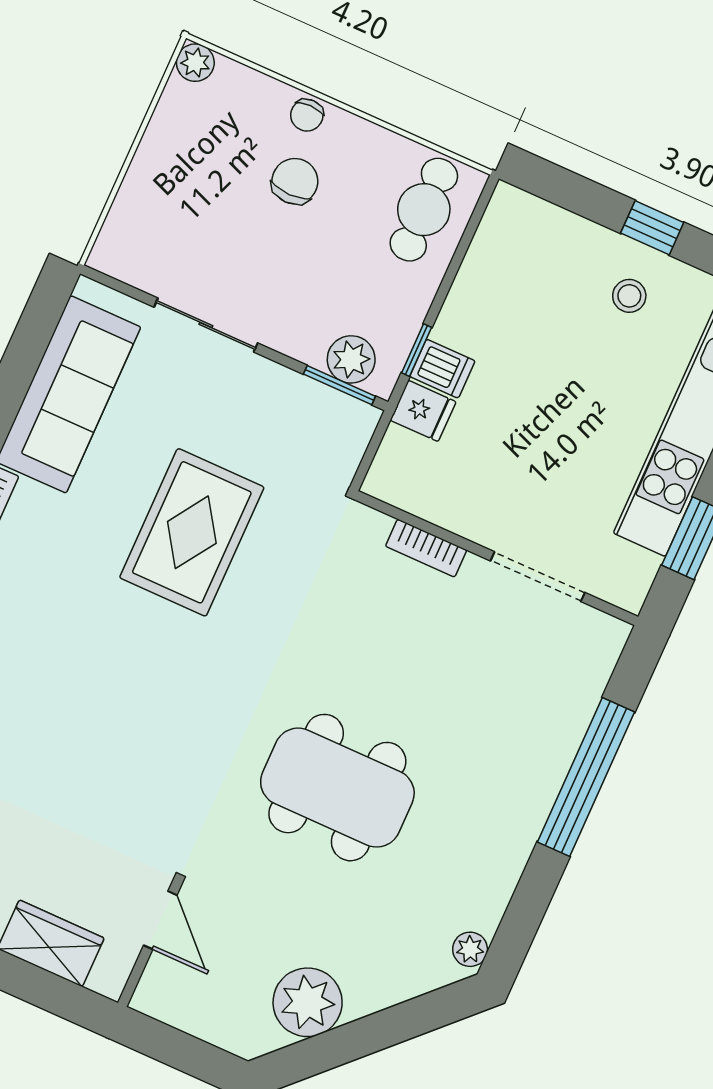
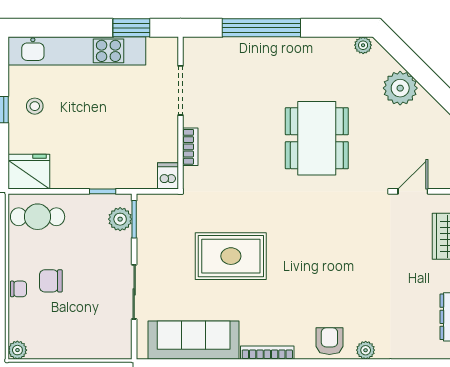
dishwasher: (442, 369) -> (168, 176), moved
fridge: (423, 411) -> (29, 172), moved, width x1.88, depth x1.34
plant: (308, 1002) -> (400, 88), moved

